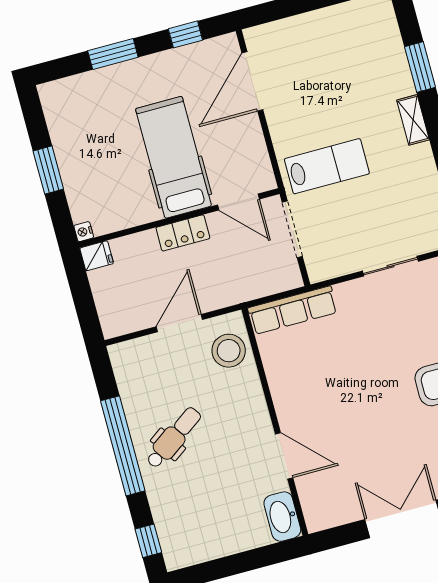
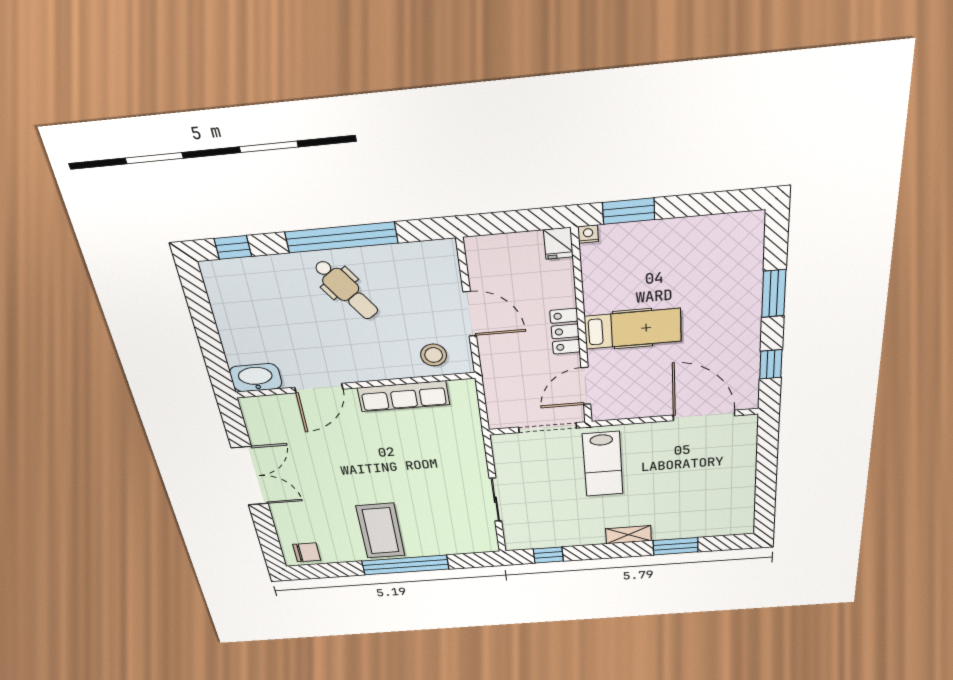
hospital bed: (173, 157) -> (633, 329), width x0.73, depth x0.78
window: (48, 170) -> (629, 211), moved
row of seats: (293, 310) -> (404, 396), moved, turned -90
stool: (229, 351) -> (434, 355), width x0.73, depth x0.73

